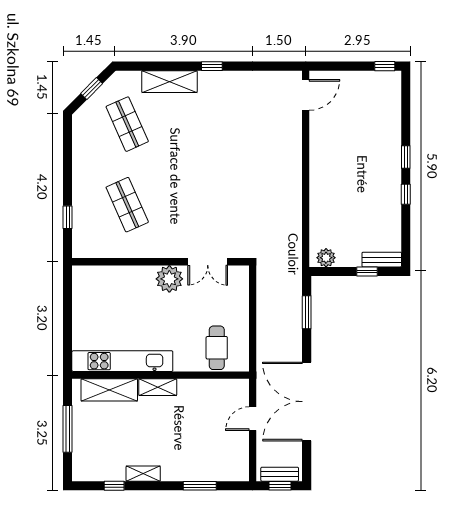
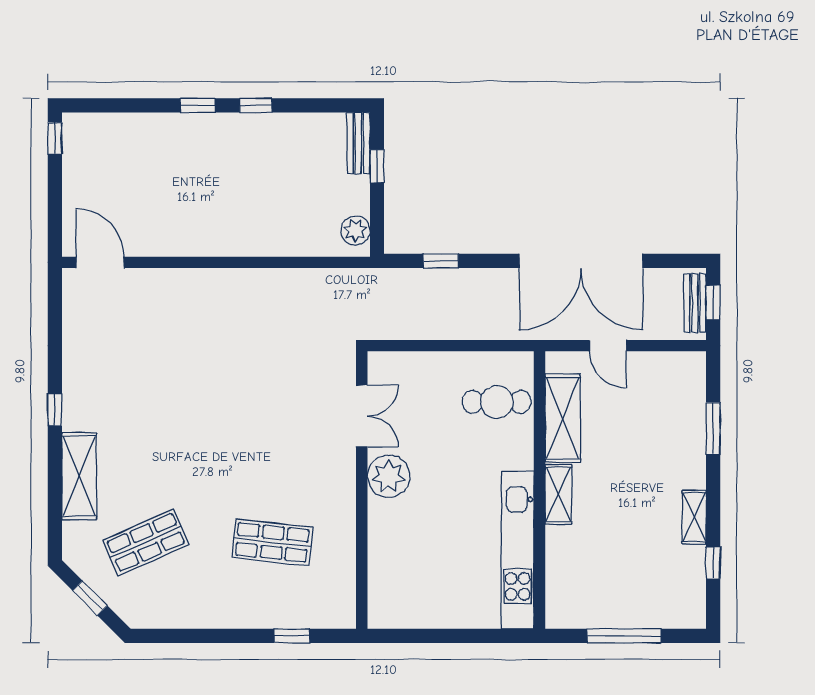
shop shelf: (127, 205) -> (272, 542), turned 30
window: (307, 312) -> (441, 261), width x0.67
shelving: (109, 390) -> (563, 418), moved

